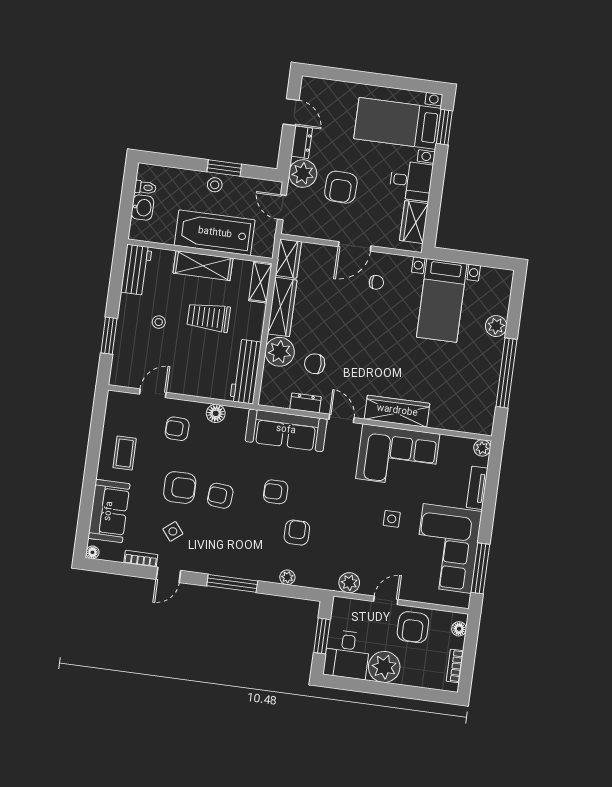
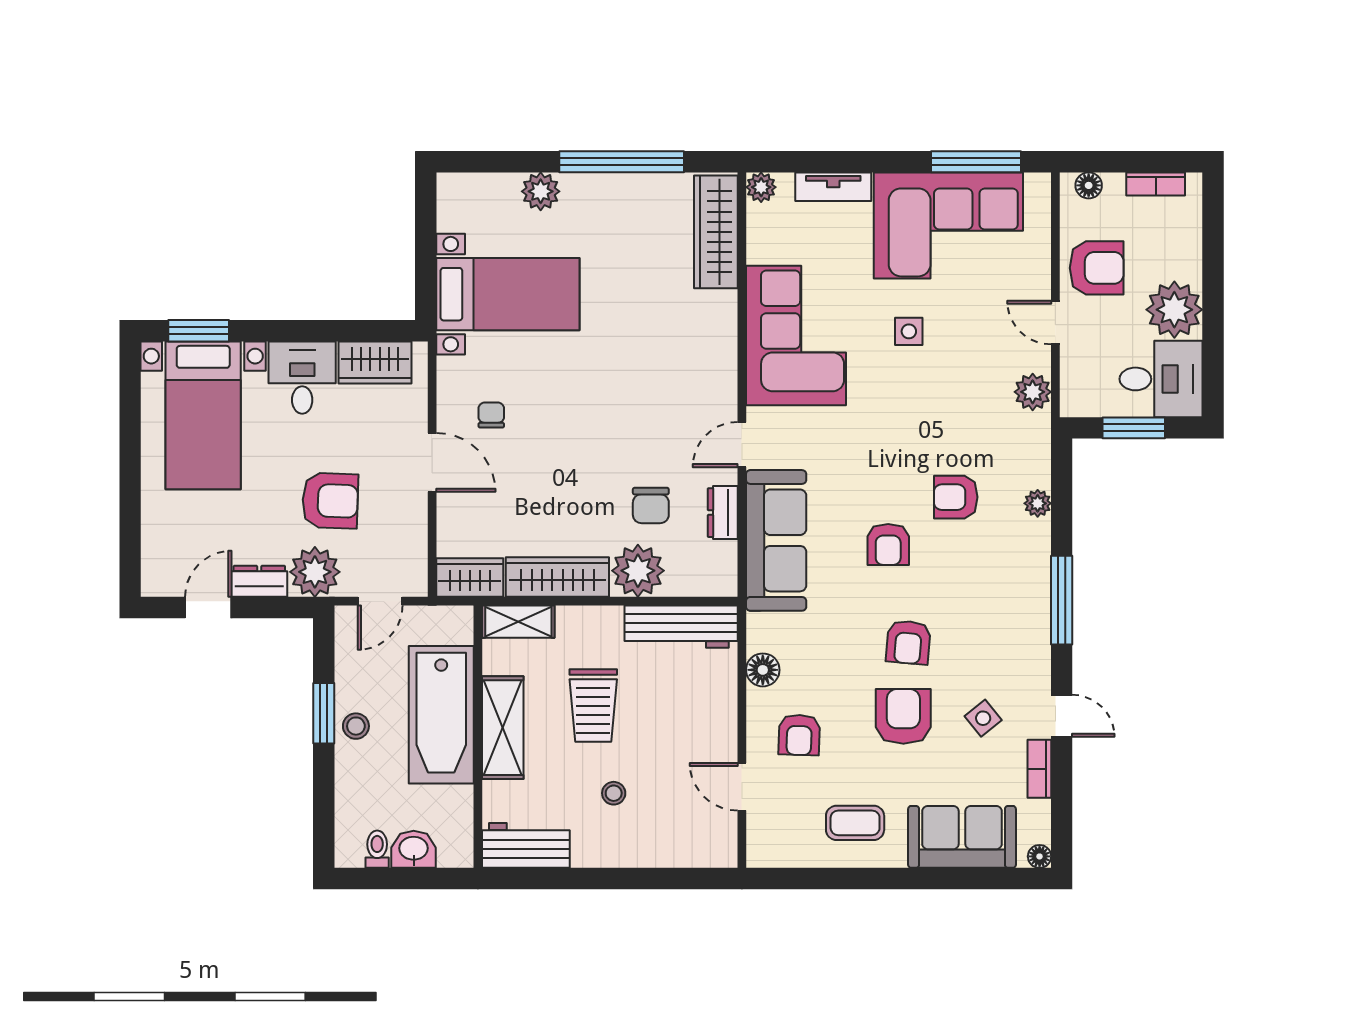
window: (109, 336) -> (650, 879), removed
wardrobe: (397, 411) -> (716, 232), moved

